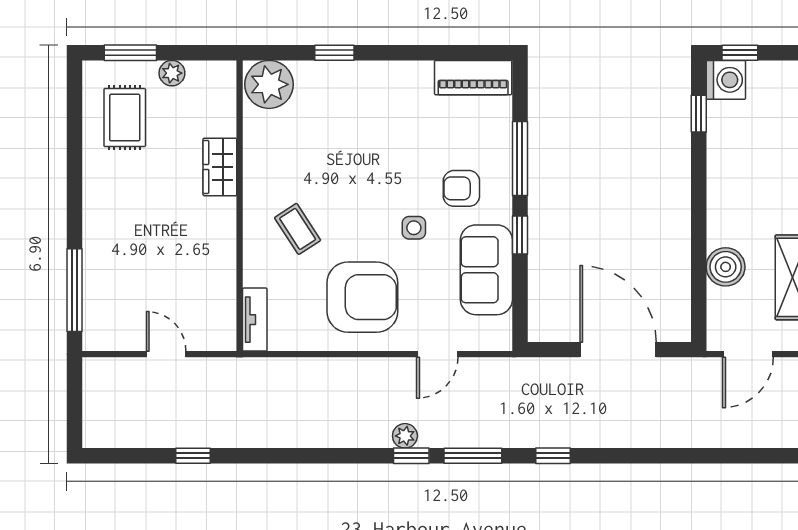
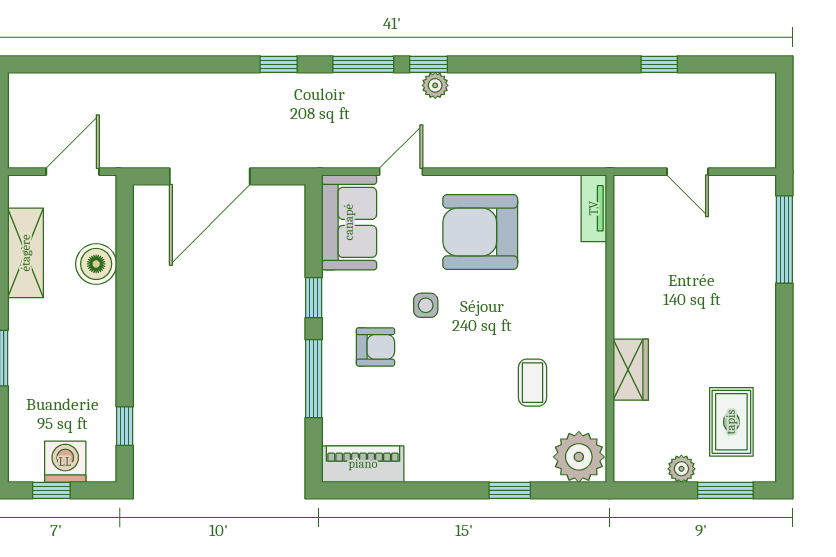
window: (740, 53) -> (51, 490), moved
washing machine: (726, 80) -> (65, 462), moved, turned 90
coffee table: (298, 229) -> (533, 383), moved, turned 33
sofa: (486, 270) -> (349, 222), moved
door: (618, 350) -> (210, 176), hinge flipped

